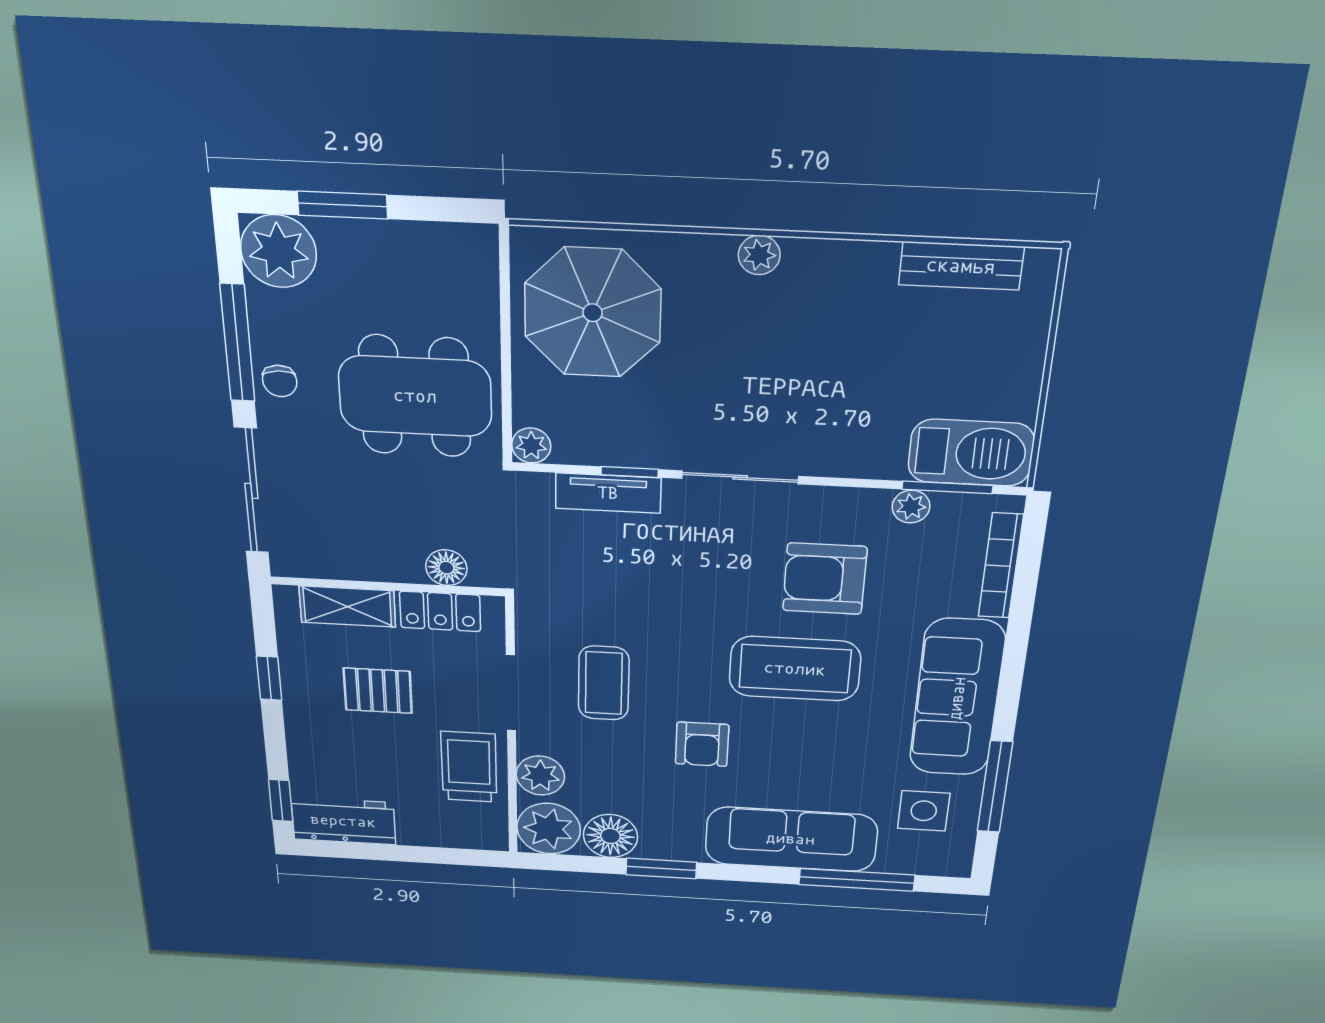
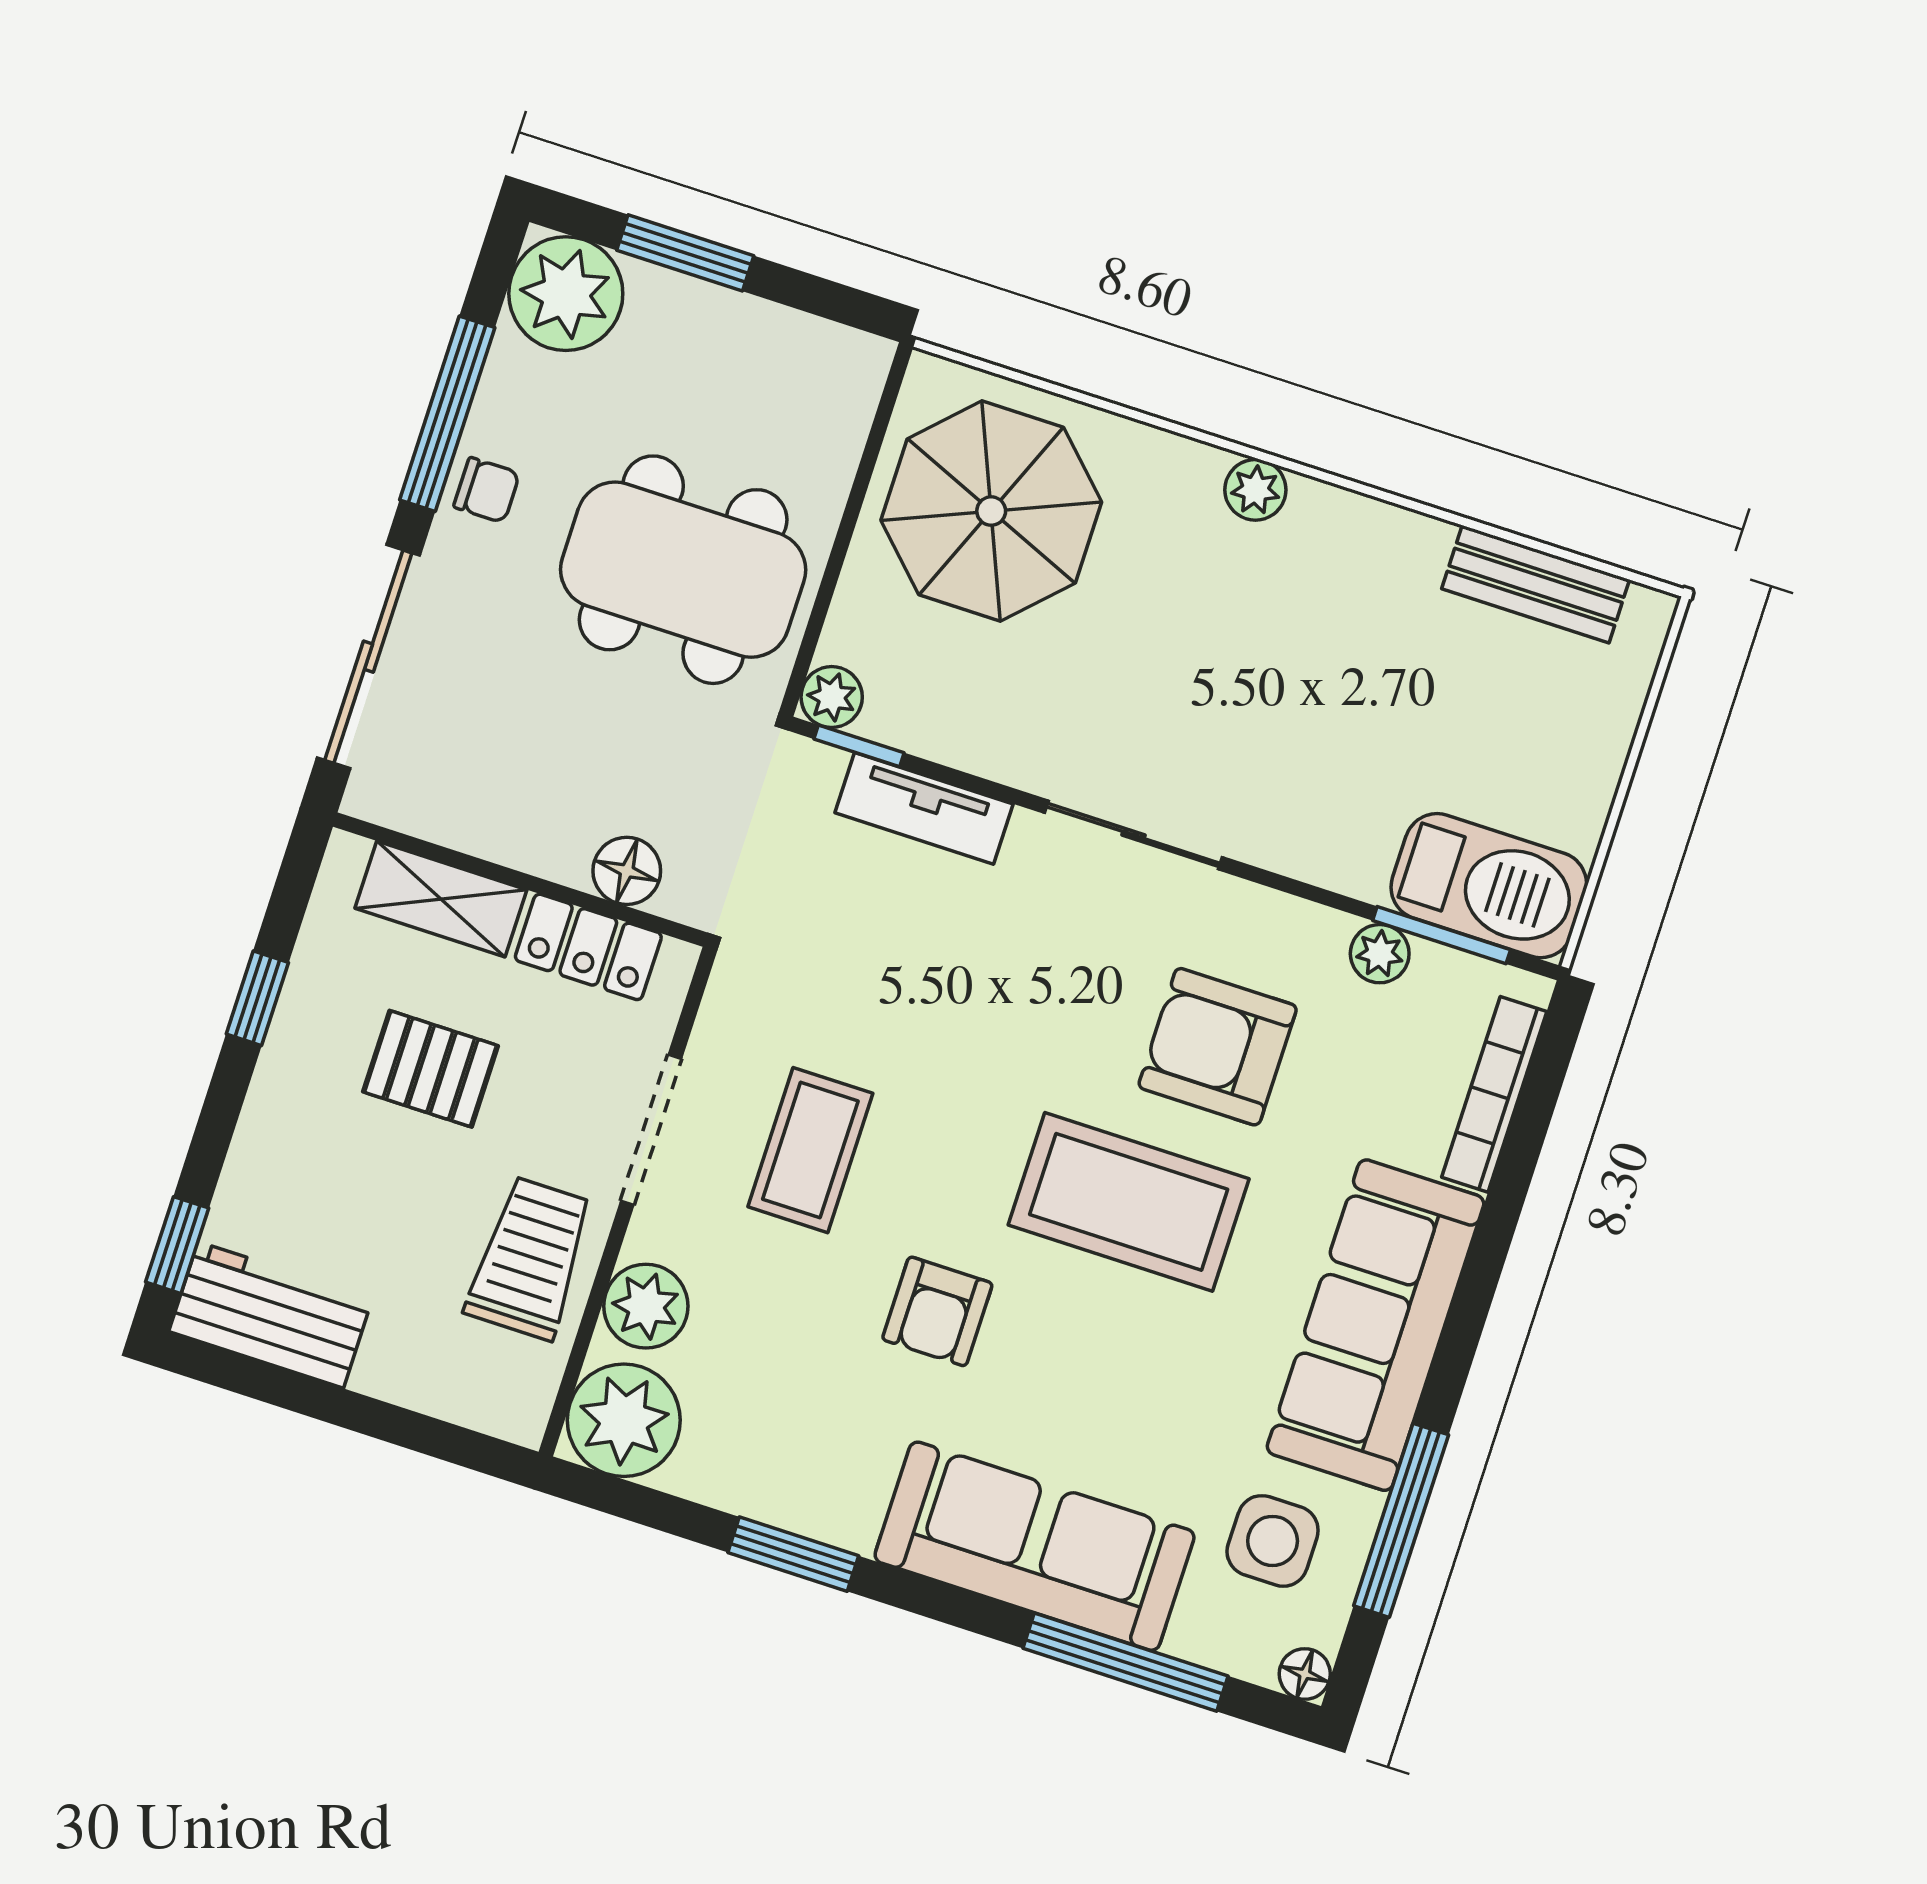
chair: (280, 381) -> (487, 490), turned -87
window: (630, 472) -> (859, 746), moved
floor lamp: (610, 836) -> (1305, 1674), moved, width x0.53, depth x0.53

